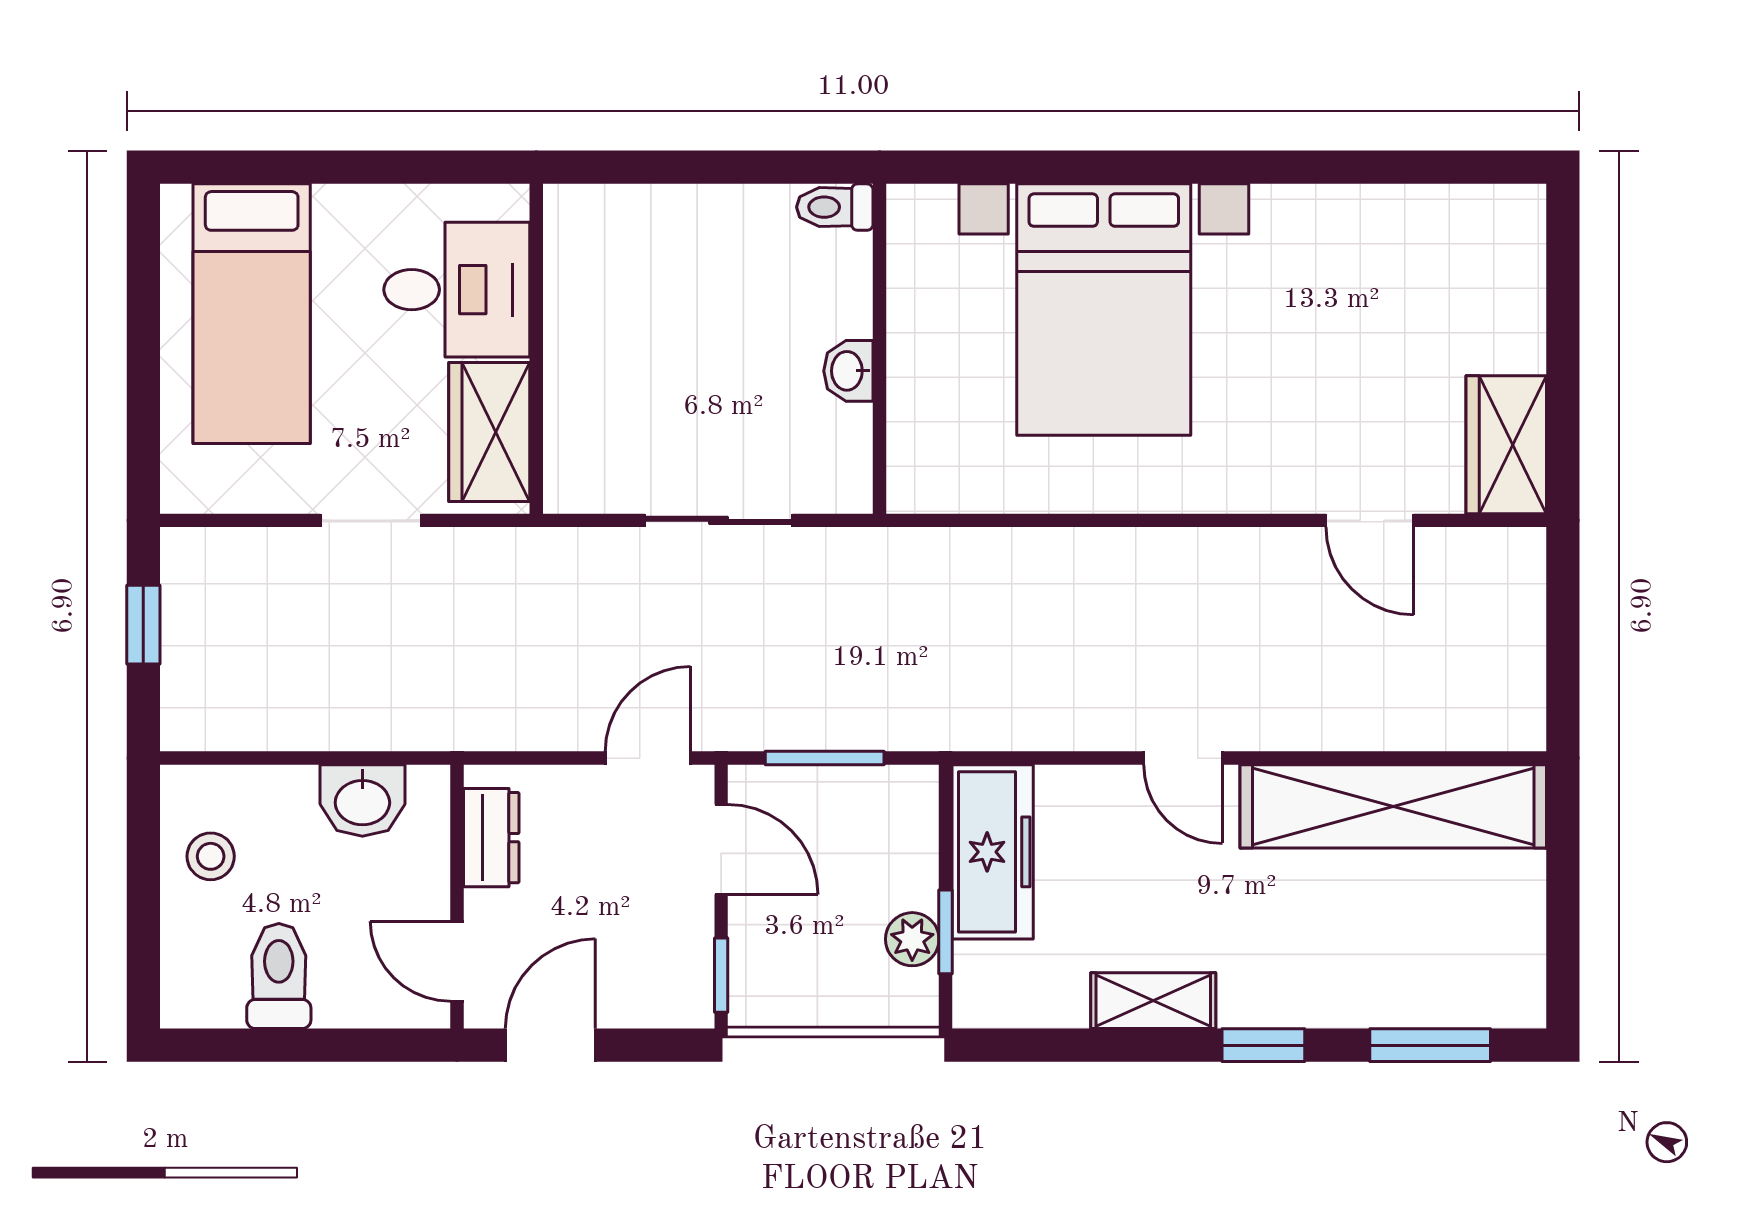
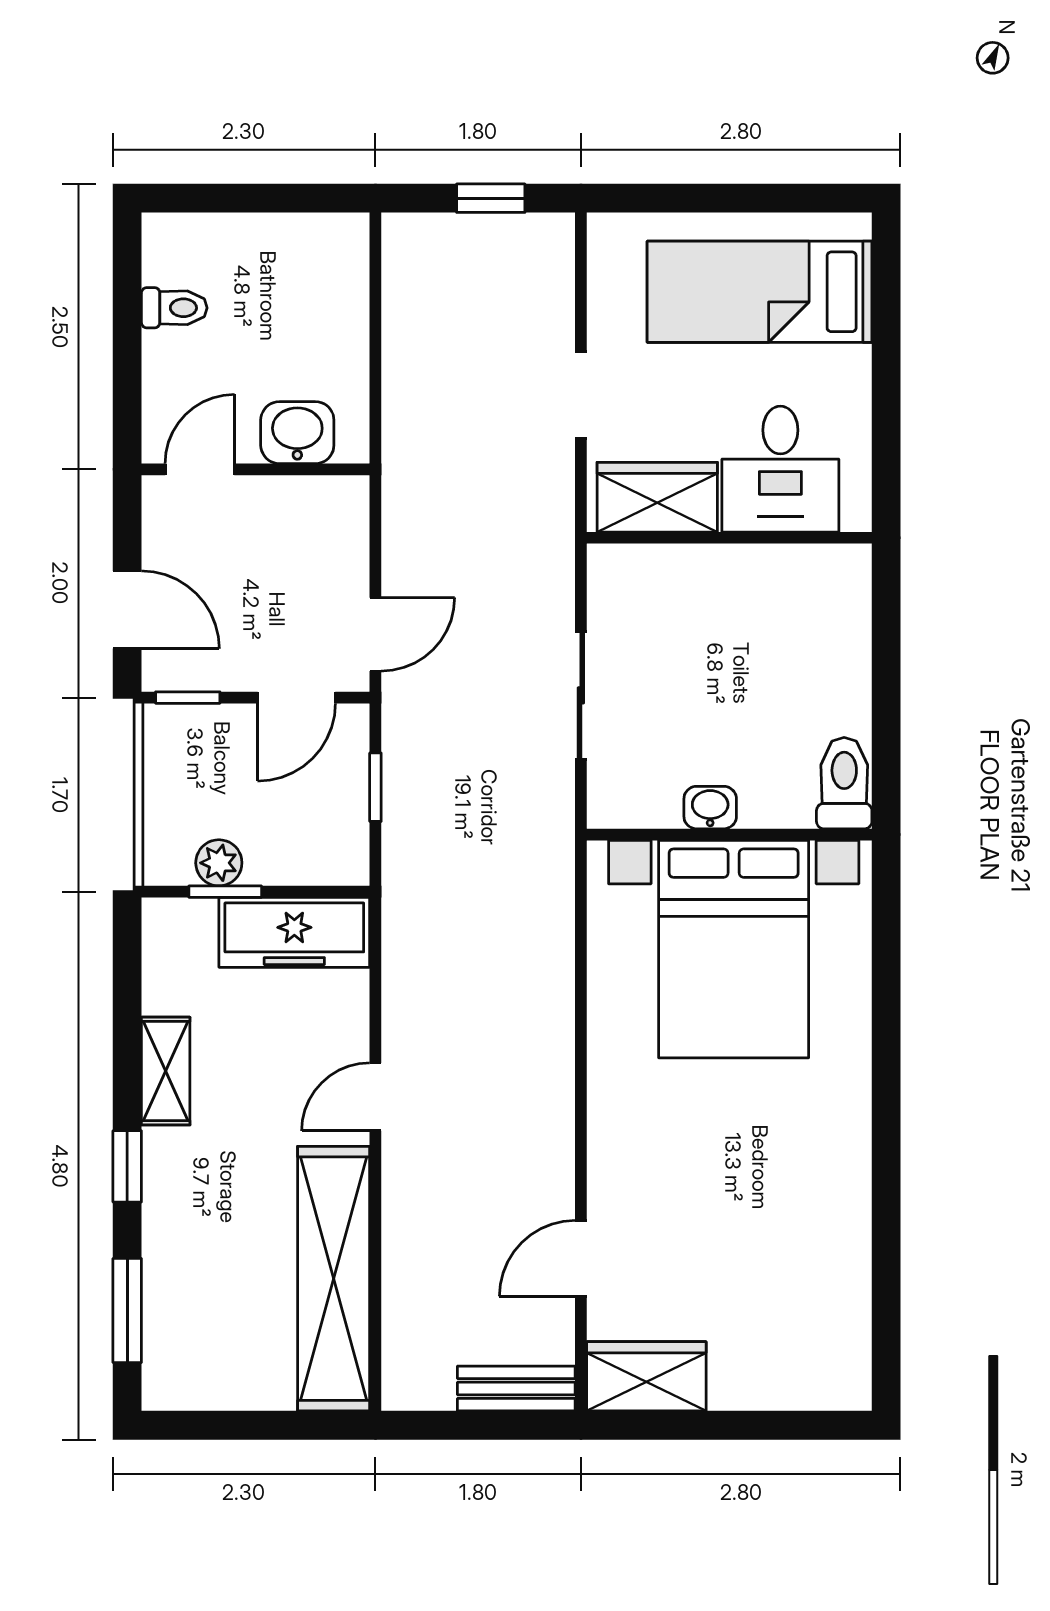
toilet: (835, 207) -> (844, 783), width x1.37, depth x1.39
bed with nightstands: (1104, 310) -> (734, 949), moved, turned -90
bench: (1520, 595) -> (516, 1388), added
door: (648, 758) -> (375, 634), hinge flipped
window: (825, 758) -> (375, 787), width x0.67
washbasin: (362, 800) -> (297, 433), moved, turned 90
dresser: (491, 838) -> (307, 499), removed
stool: (211, 856) -> (290, 256), removed
toilet: (279, 976) -> (174, 308), width x0.73, depth x0.72
door: (550, 1045) -> (127, 610), moved

